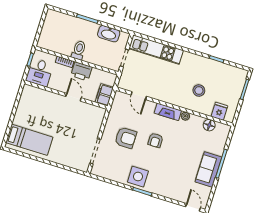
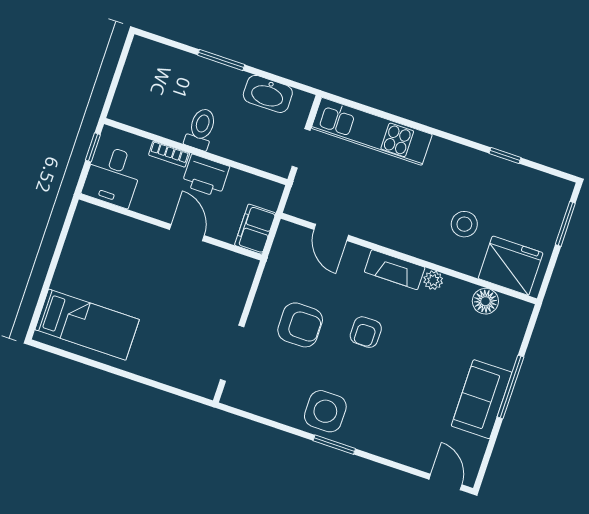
fridge: (219, 111) -> (511, 266), width x1.88, depth x1.34

